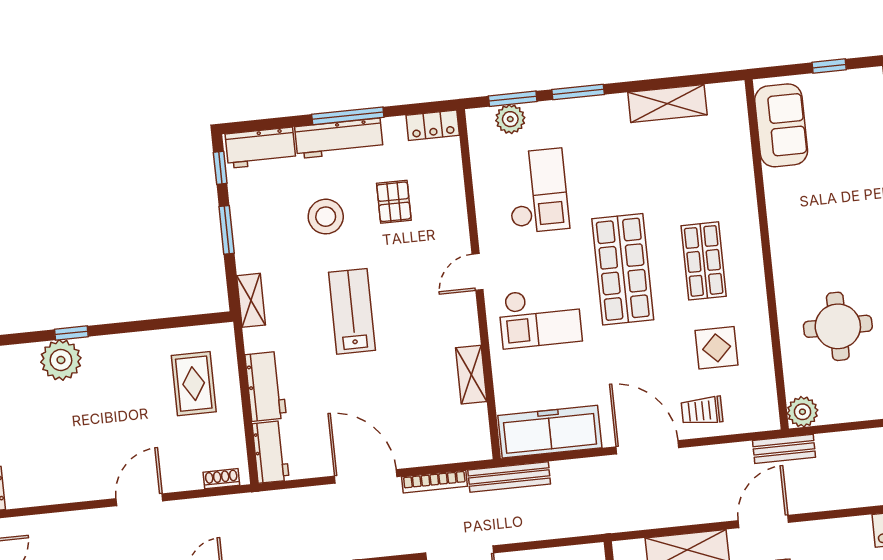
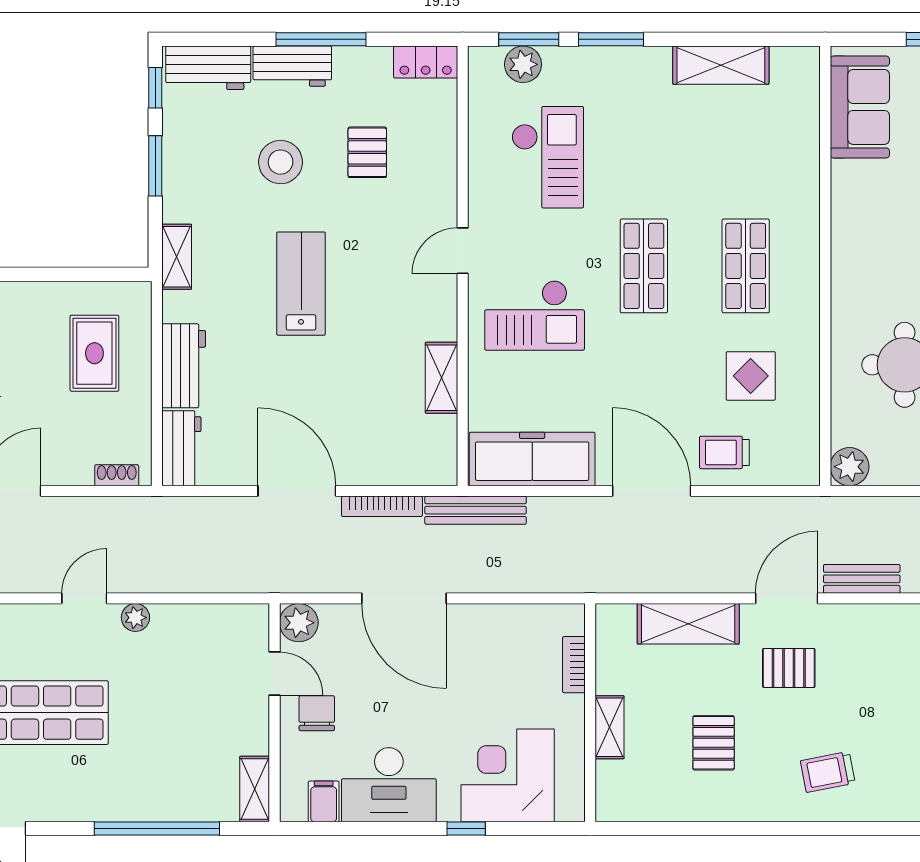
workbench: (339, 138) -> (292, 66), width x0.73
shop shelf: (623, 269) -> (644, 266), width x0.70, depth x0.74
bench: (784, 449) -> (862, 579), moved

